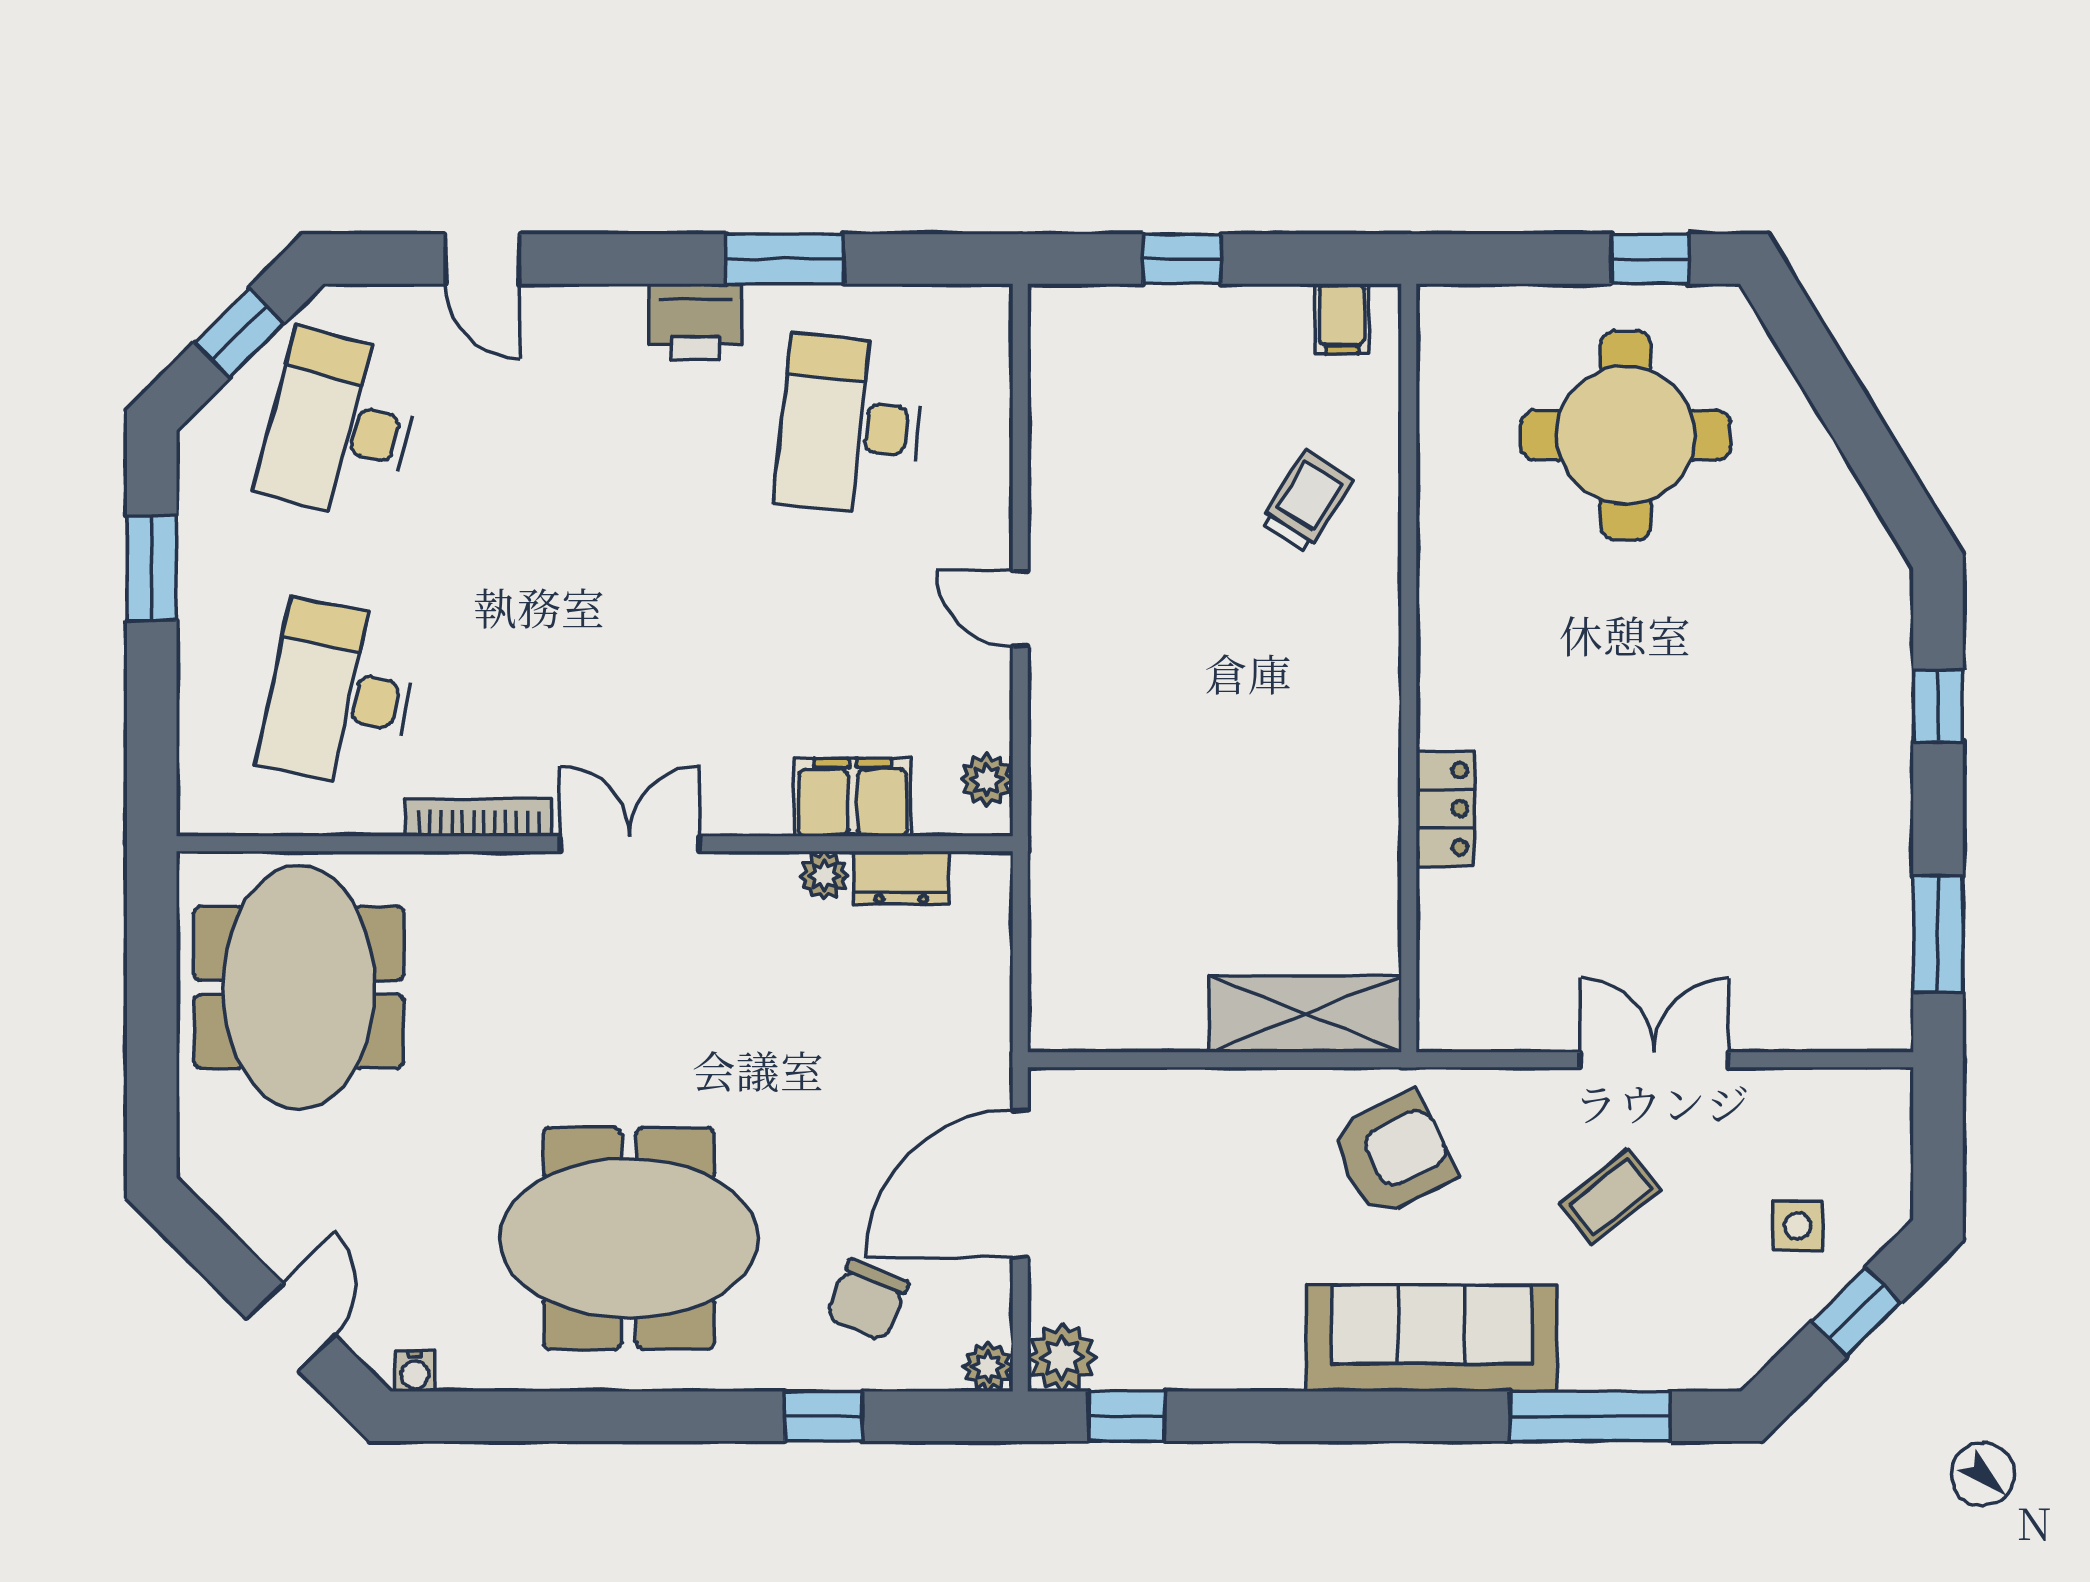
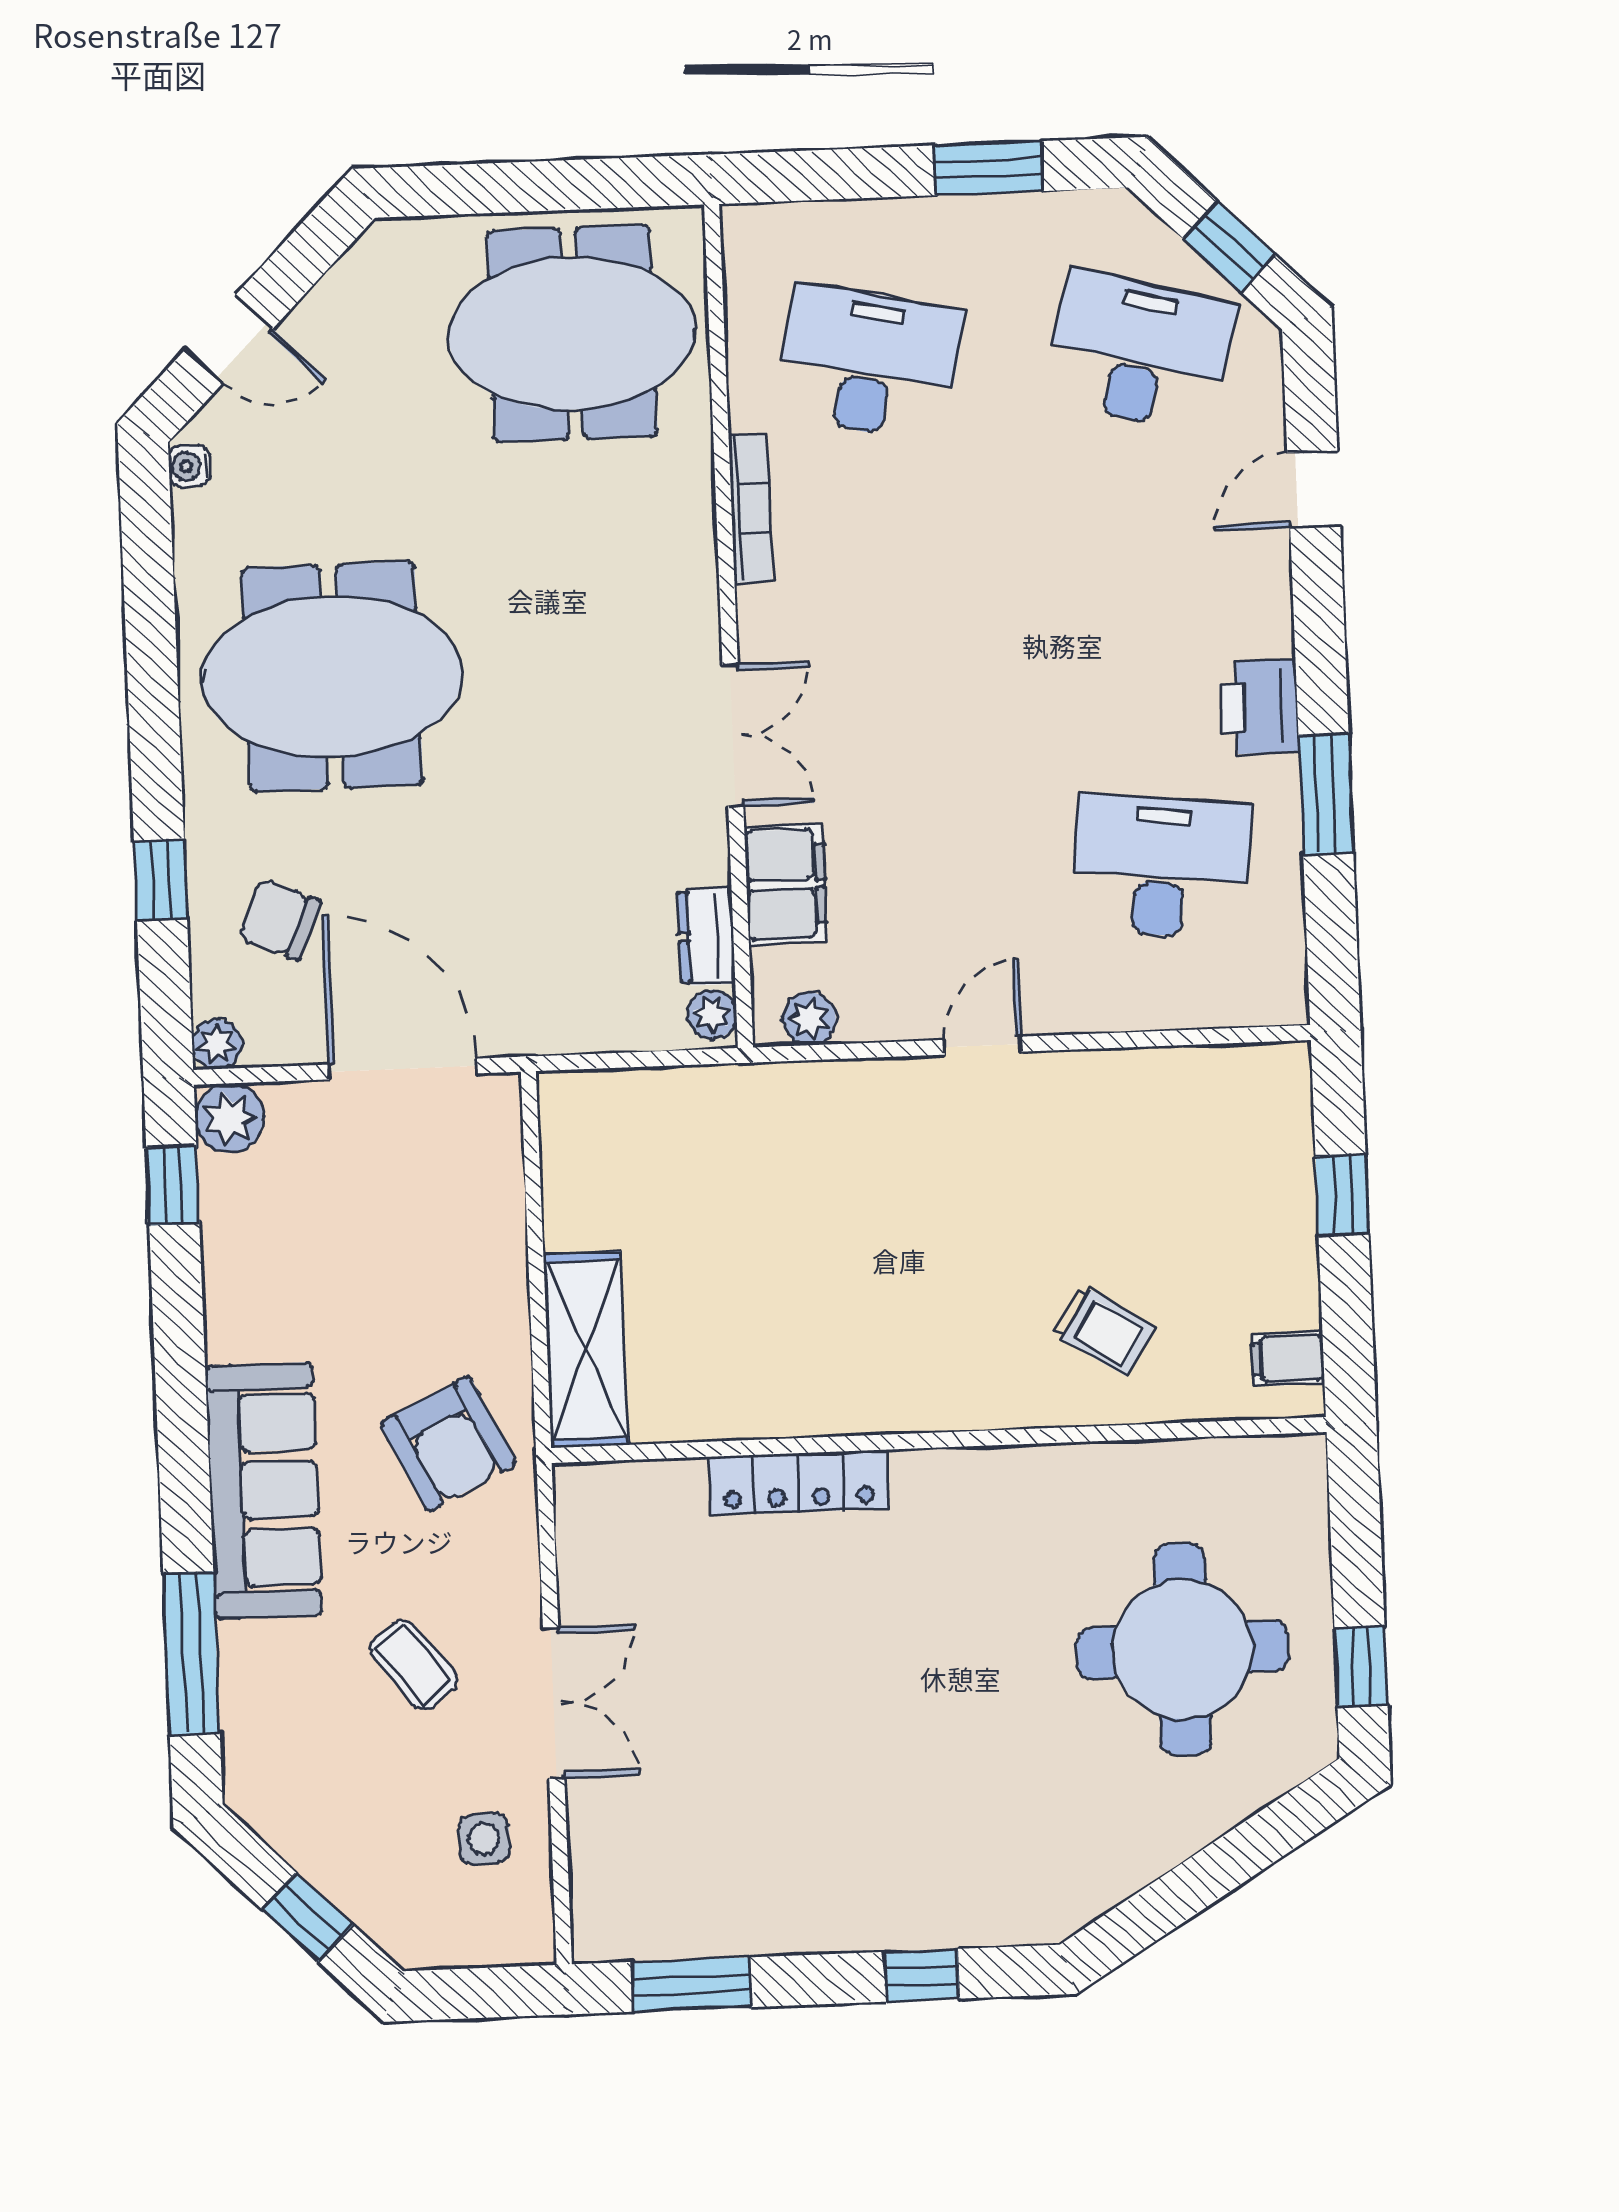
locker: (1445, 809) -> (798, 1483), width x1.53
double door: (630, 844) -> (733, 735), moved
plant: (824, 876) -> (712, 1014), moved
side table: (1798, 1226) -> (484, 1839), moved
meeting table: (629, 1238) -> (332, 677), turned 90

